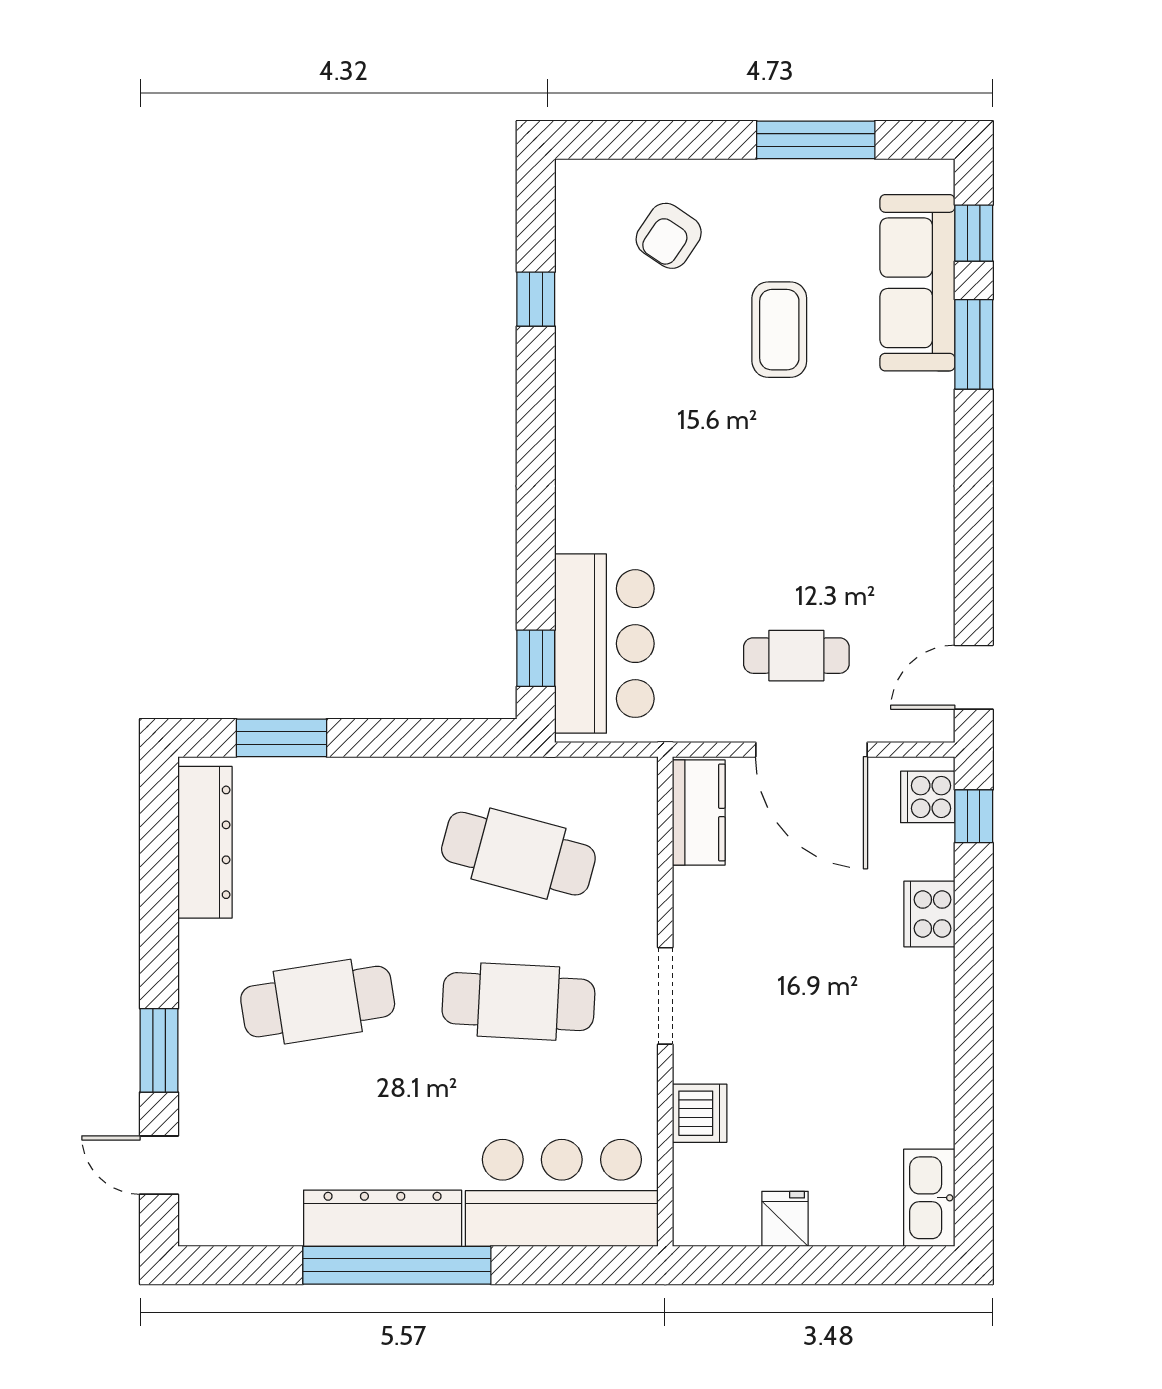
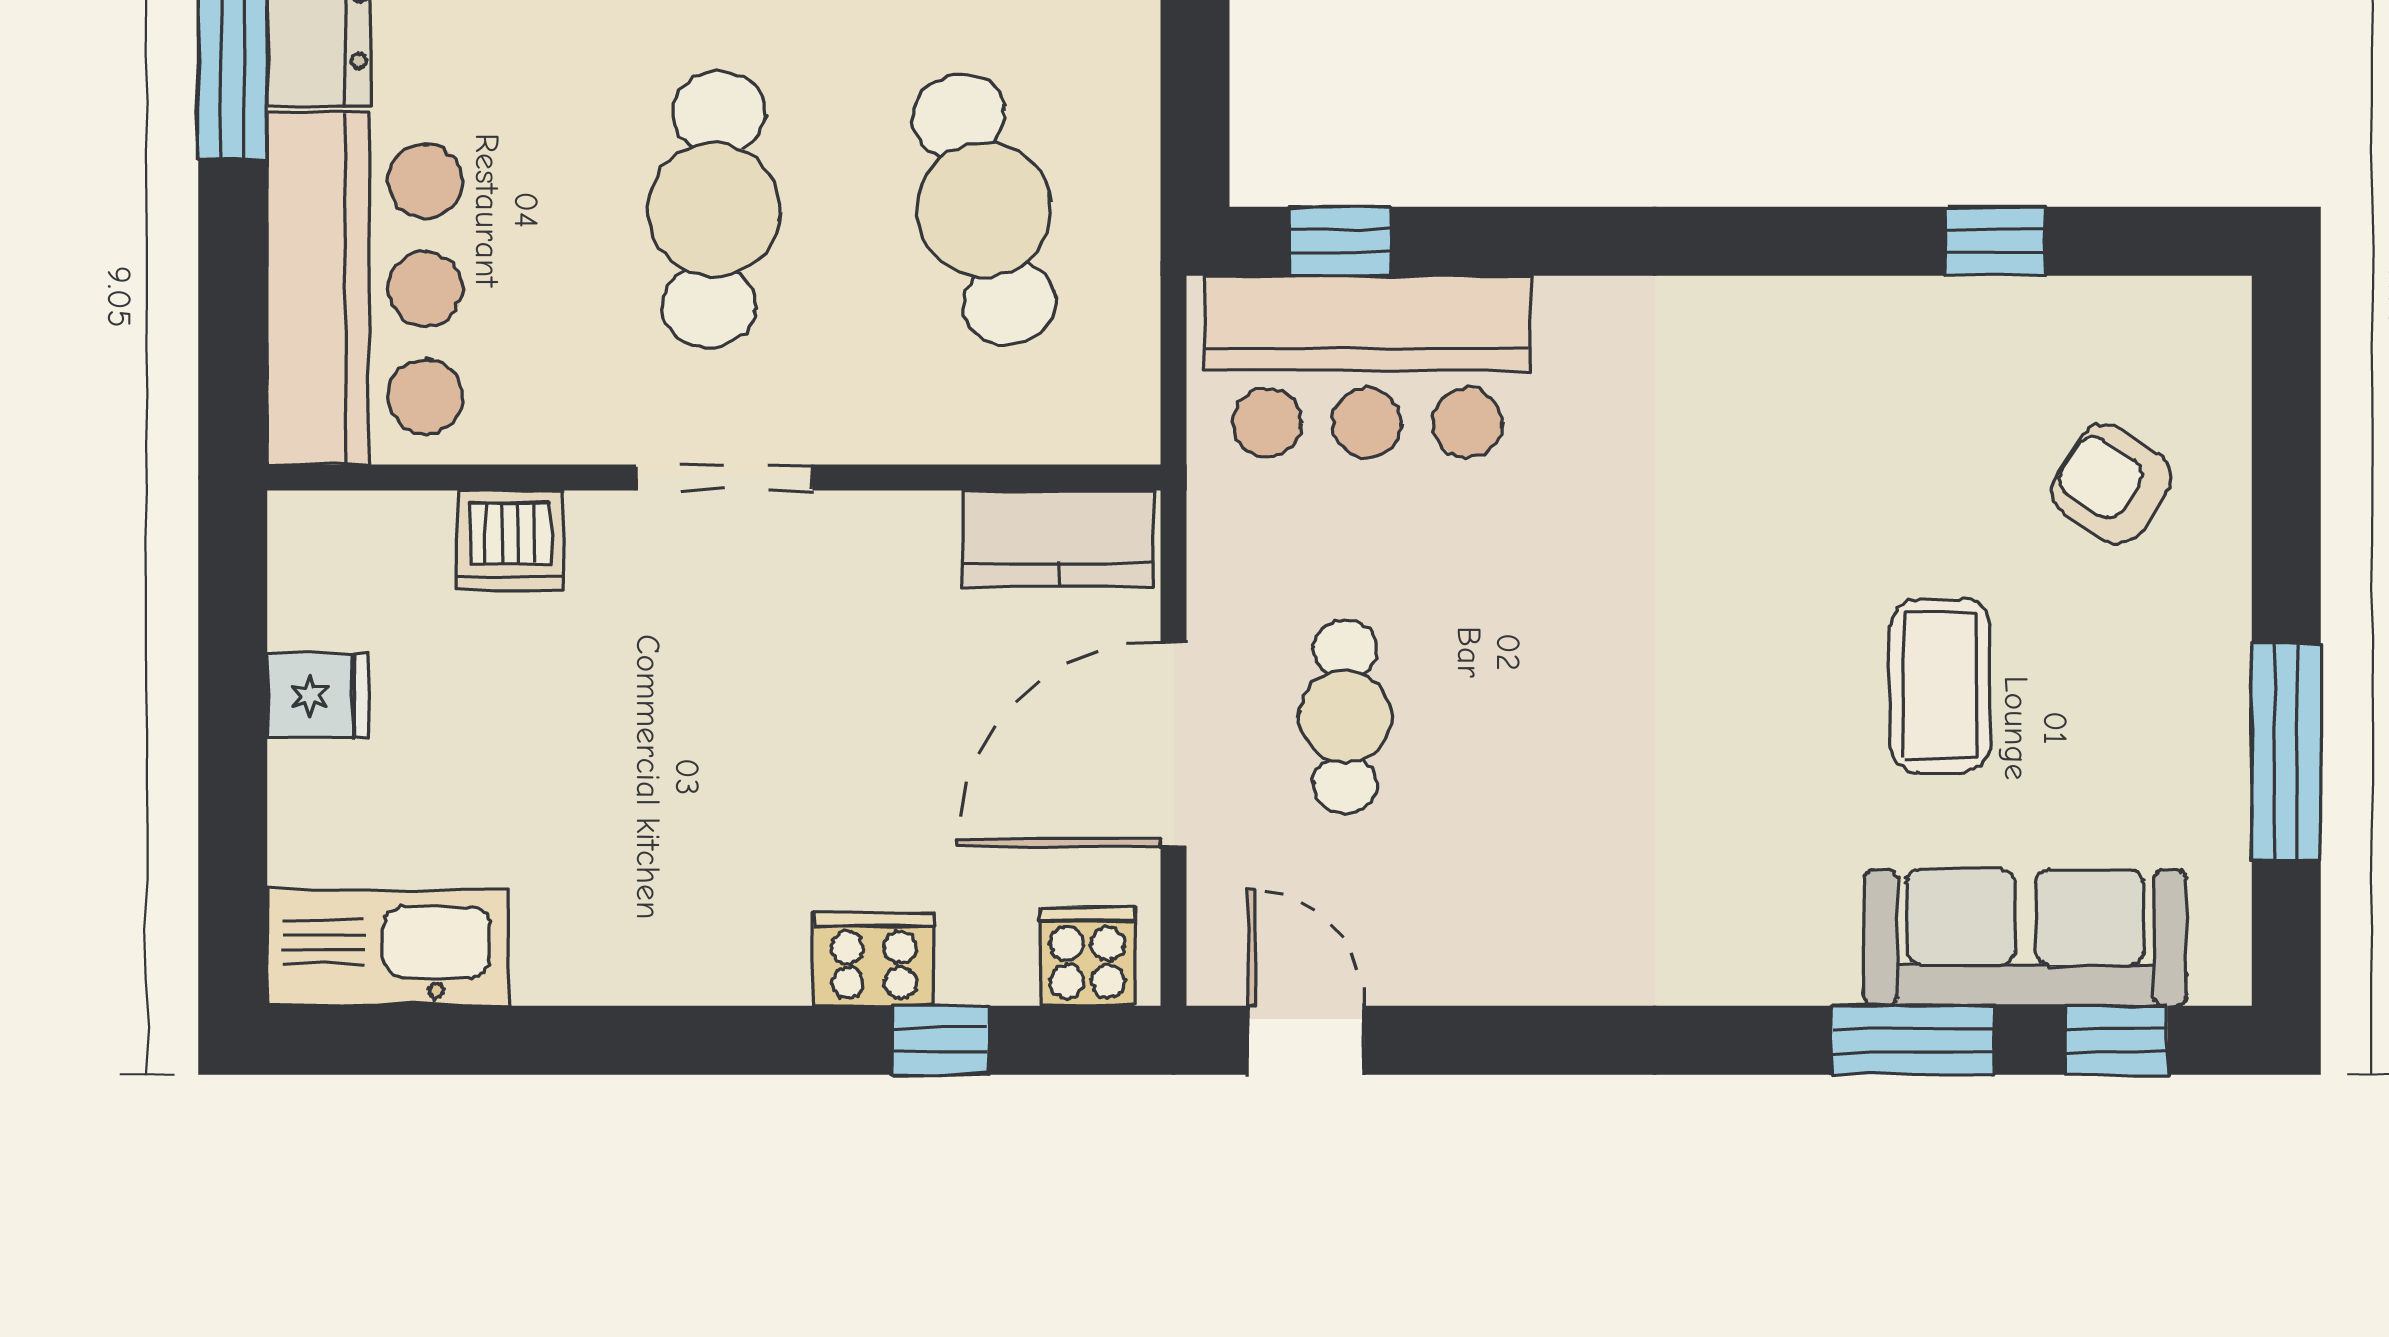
coffee table: (779, 330) -> (1940, 686), turned 90
window: (974, 816) -> (940, 1040), moved
cafe table: (518, 854) -> (984, 210), turned -30
kitchen sink: (929, 1198) -> (388, 948), width x1.36, depth x1.24

